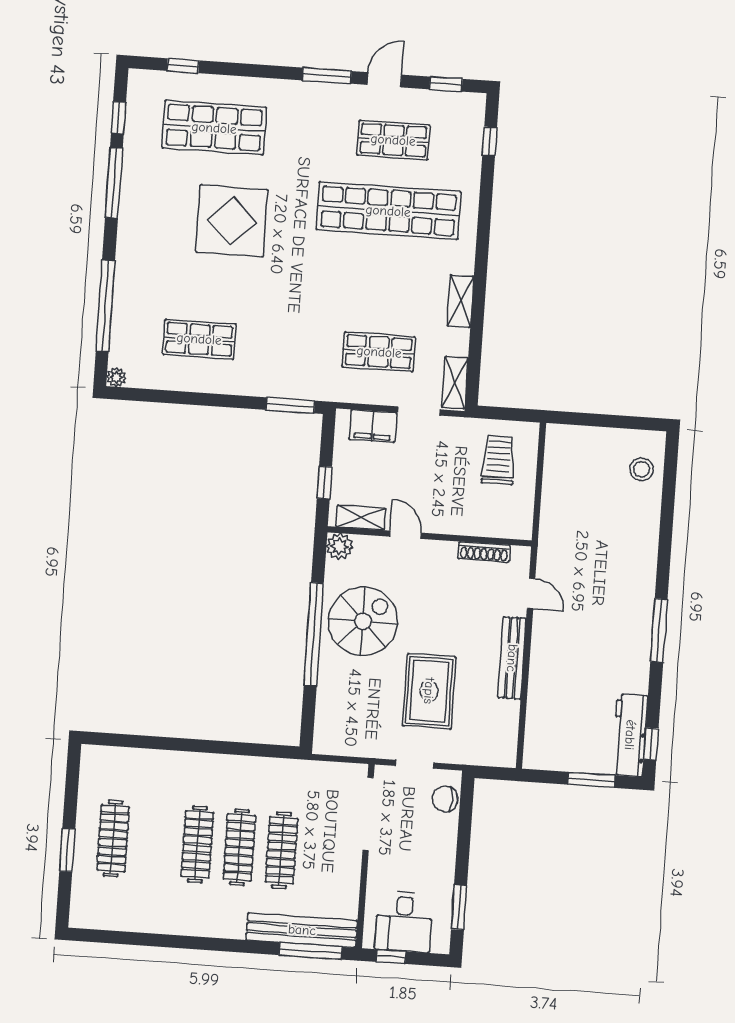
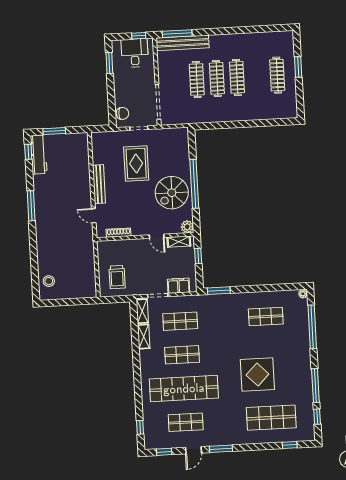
shop shelf: (384, 281) -> (182, 355), added
shelving: (460, 301) -> (144, 337), moved

